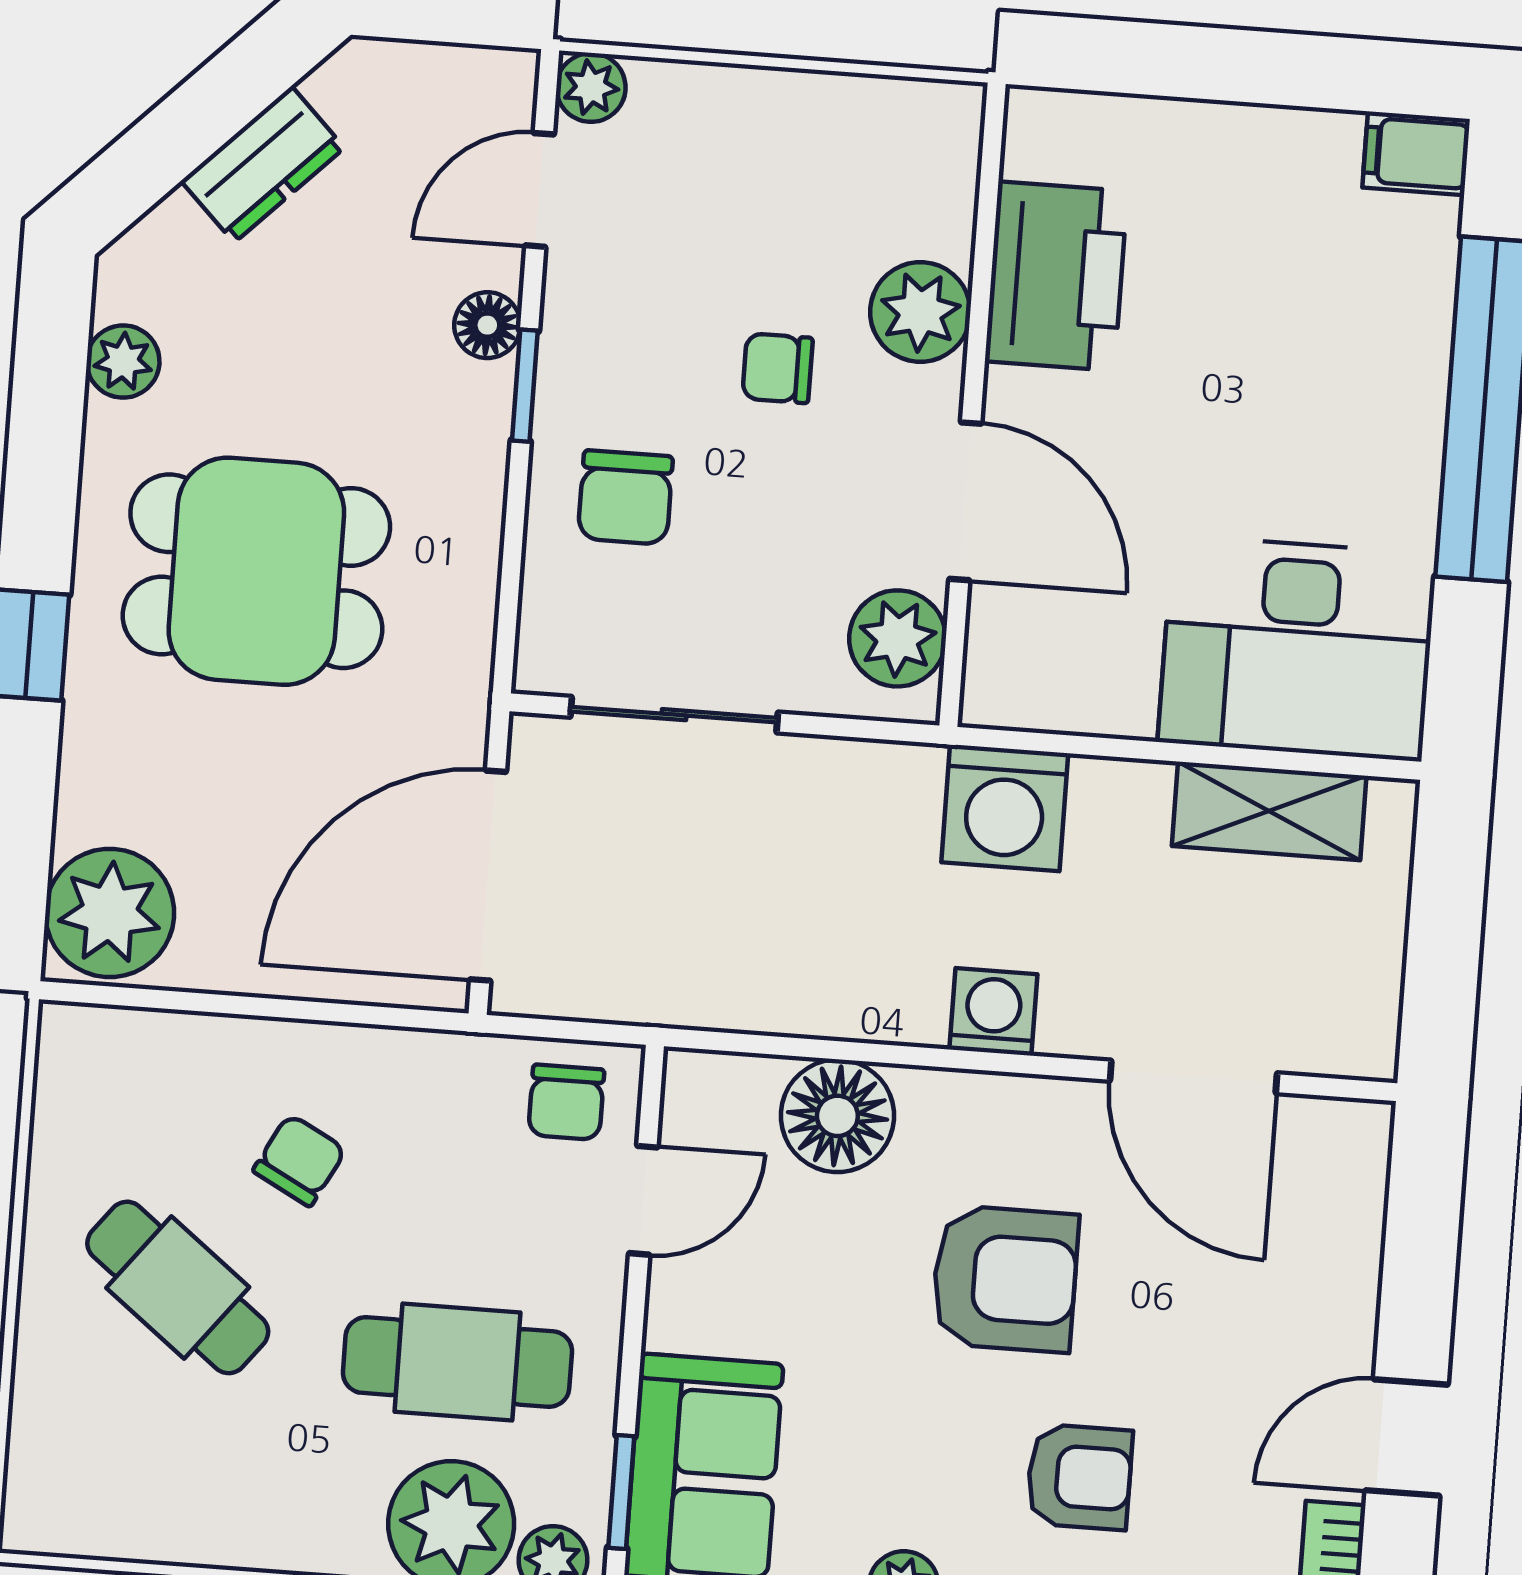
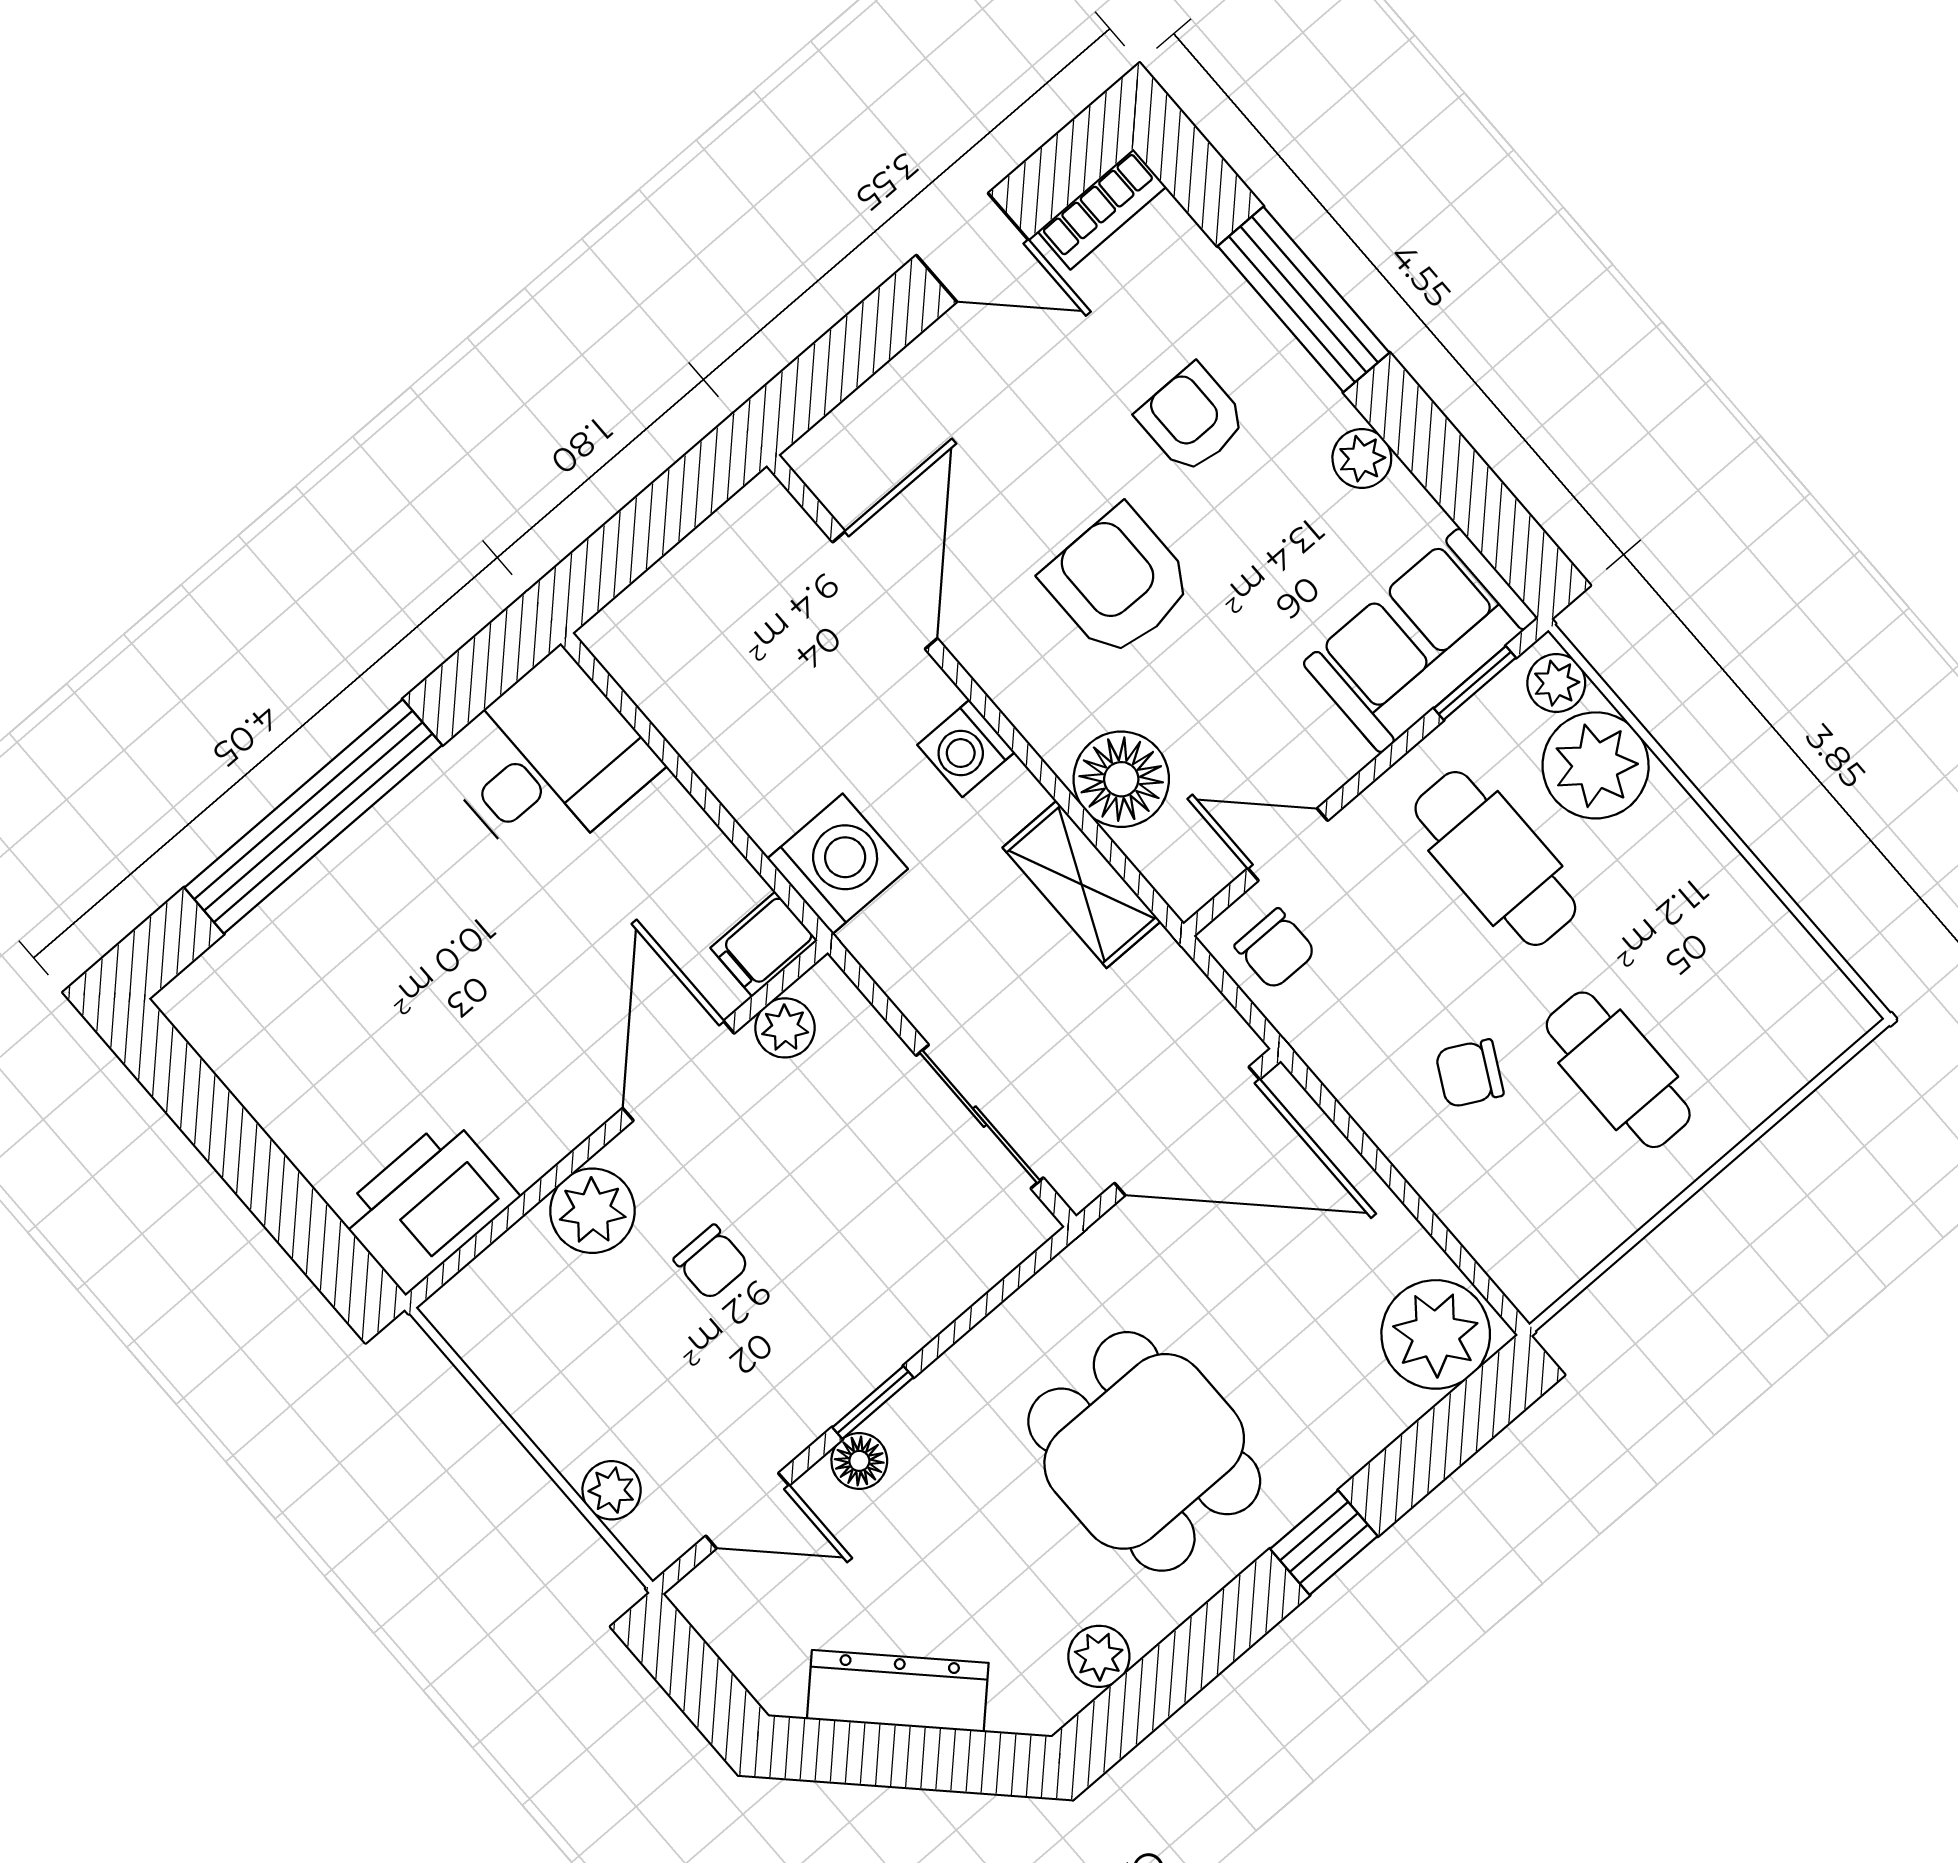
plant: (591, 87) -> (612, 1490), moved
filing cabinet: (1416, 153) -> (764, 944), moved, turned 90
dresser: (263, 164) -> (898, 1691), width x1.44
printer: (1056, 276) -> (428, 1205), moved
chair: (625, 497) -> (879, 1276), removed
plant: (898, 638) -> (785, 1028), width x0.73, depth x0.73
desk: (1297, 648) -> (548, 762), width x0.73
shelving: (1269, 811) -> (1082, 884), moved
chair: (566, 1102) -> (1275, 949), turned 90
cafe table: (178, 1287) -> (1618, 1070), turned -38

